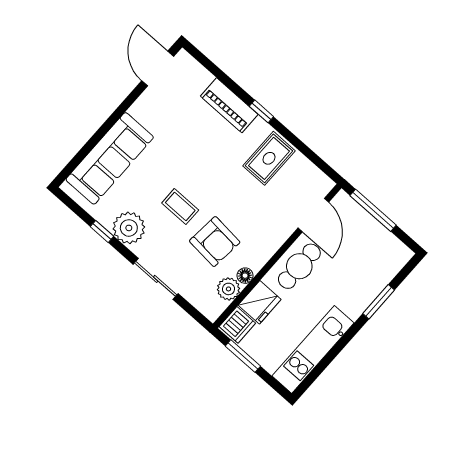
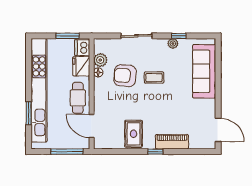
plant: (129, 228) -> (173, 44), width x0.53, depth x0.53
kitchen unit: (313, 349) -> (39, 90), width x1.86

